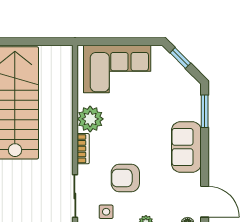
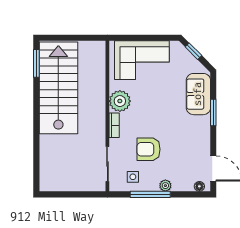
window: (205, 111) -> (213, 113), moved
sofa: (186, 147) -> (198, 94), moved

